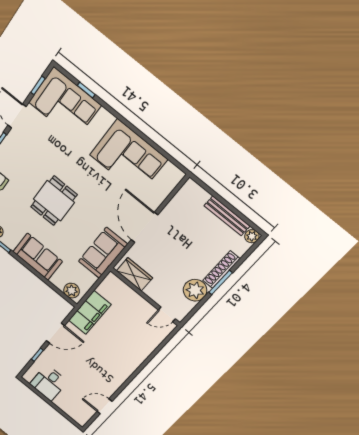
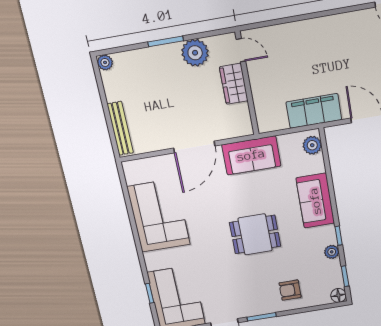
bench: (227, 216) -> (120, 128), moved
shoe rack: (221, 270) -> (156, 53), removed
wardrobe: (135, 274) -> (234, 84), moved

